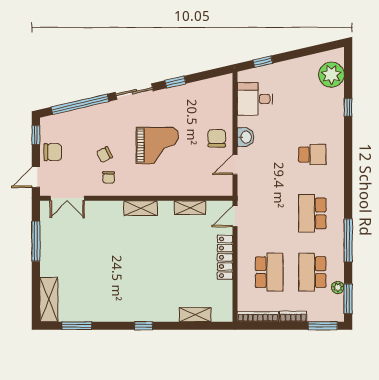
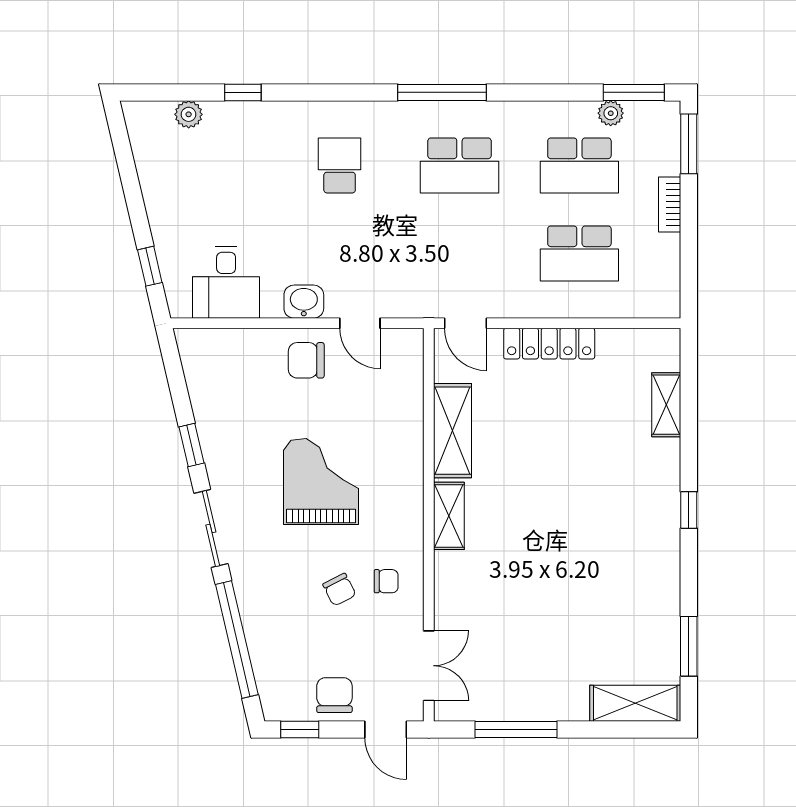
plant: (331, 75) -> (189, 114), width x0.53, depth x0.53
shelving: (190, 208) -> (453, 431), width x1.50, depth x1.33
window: (348, 240) -> (442, 92), moved
school desk: (269, 272) -> (579, 253), turned 180
bookcase: (258, 317) -> (670, 276), removed

